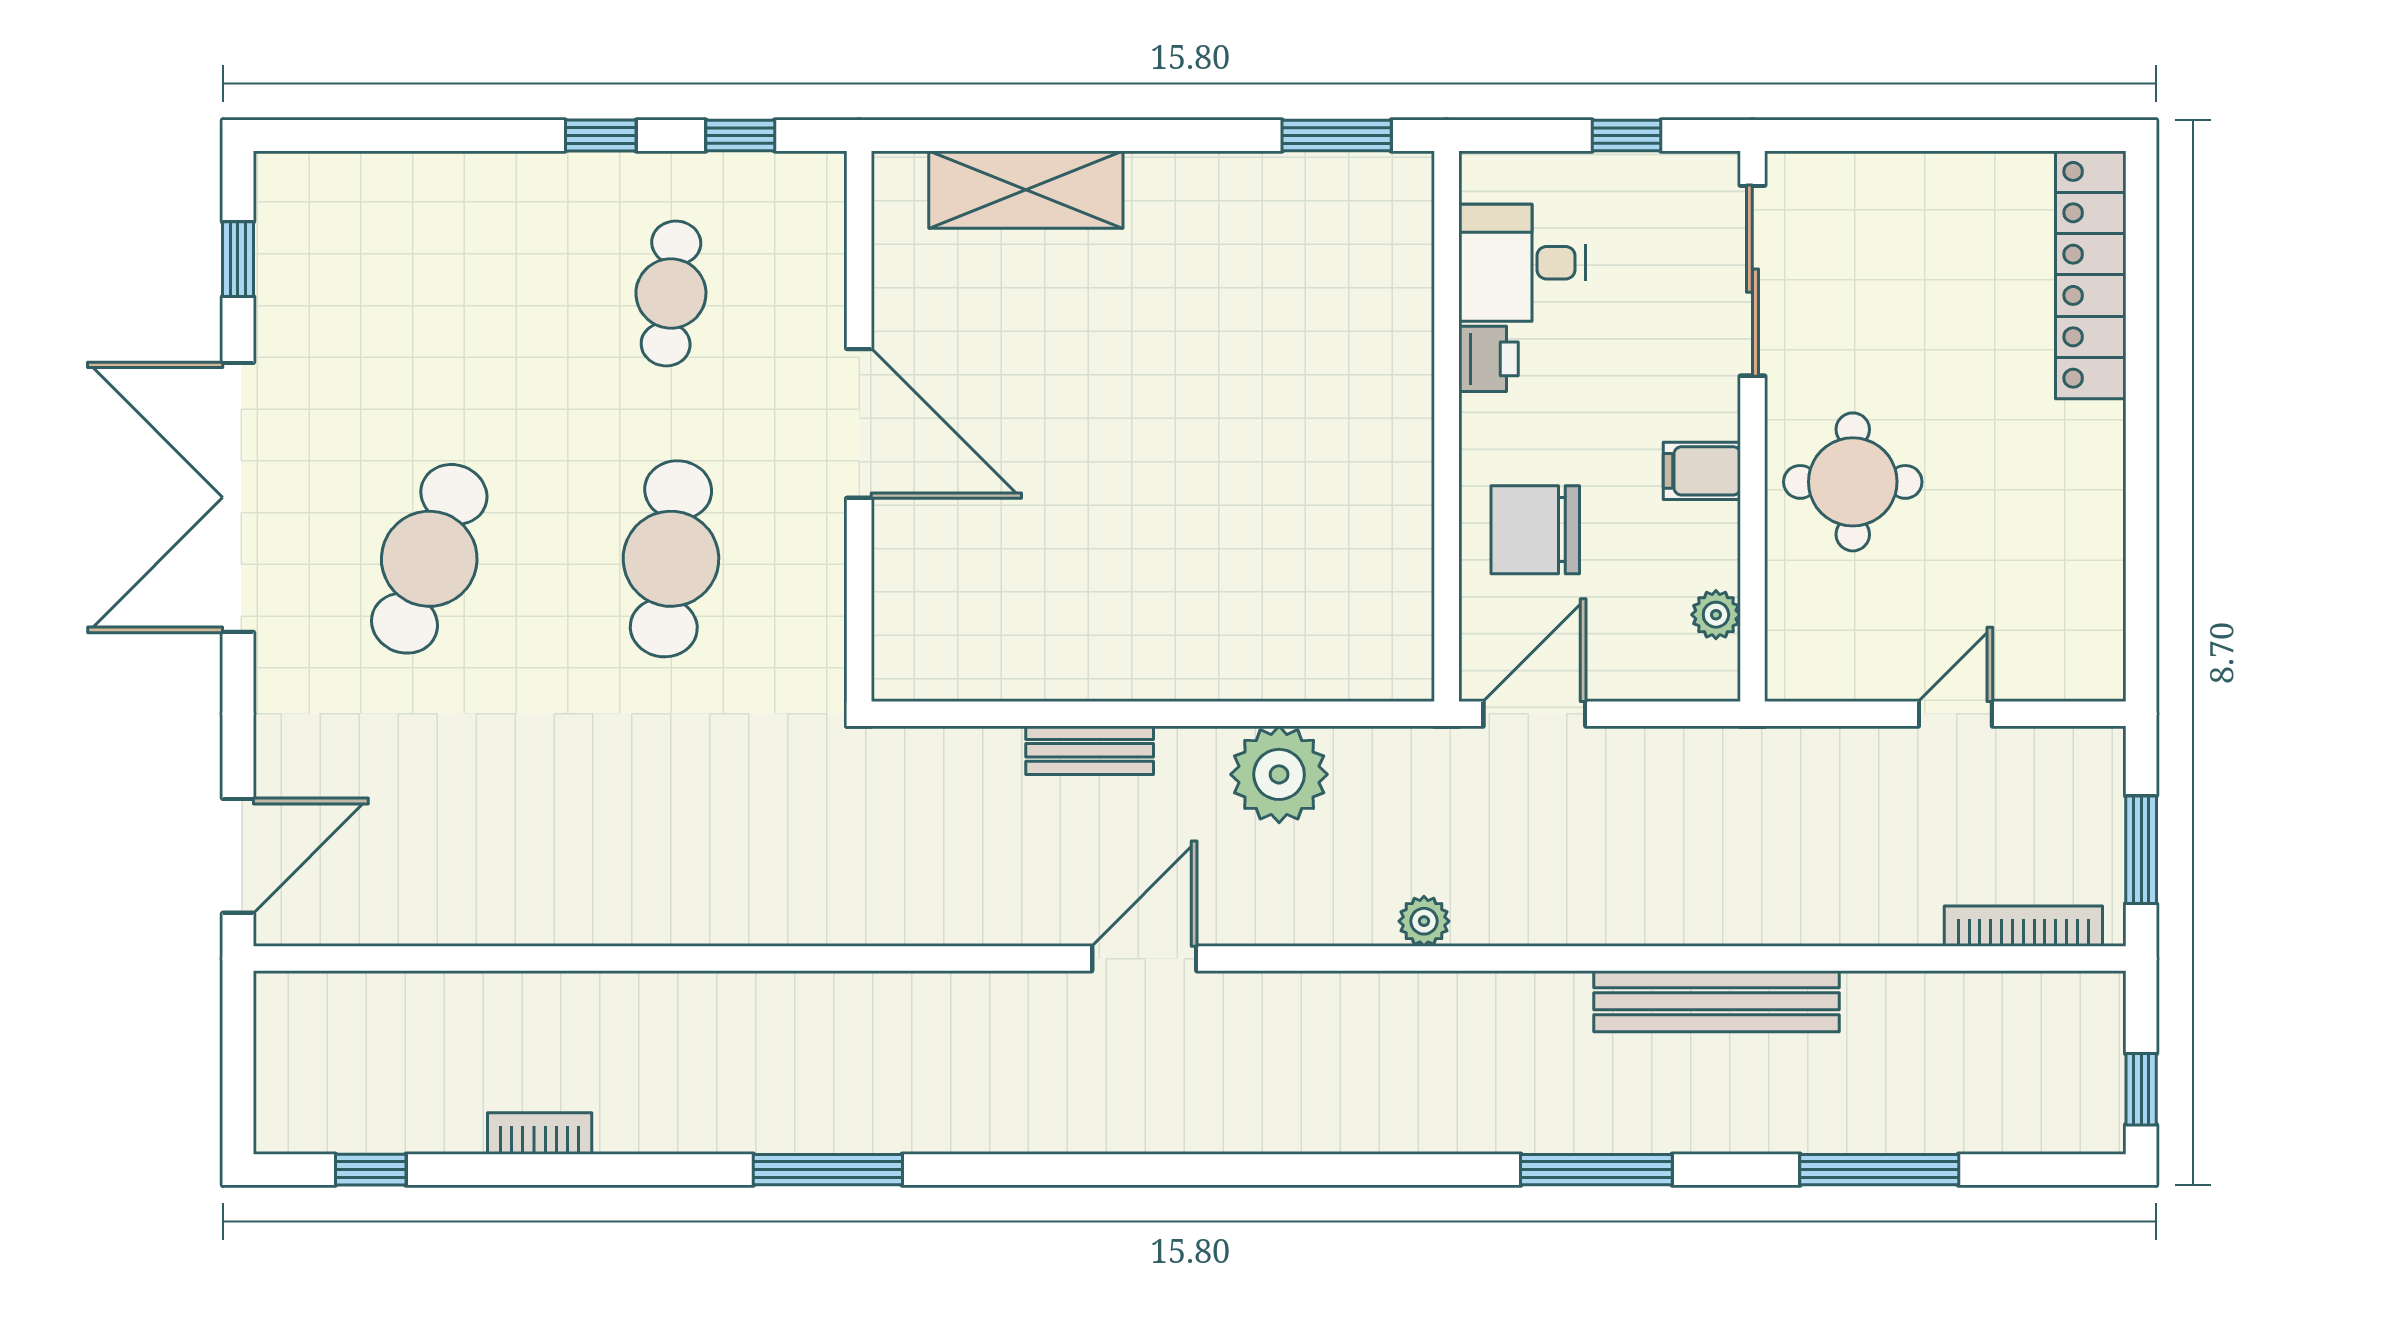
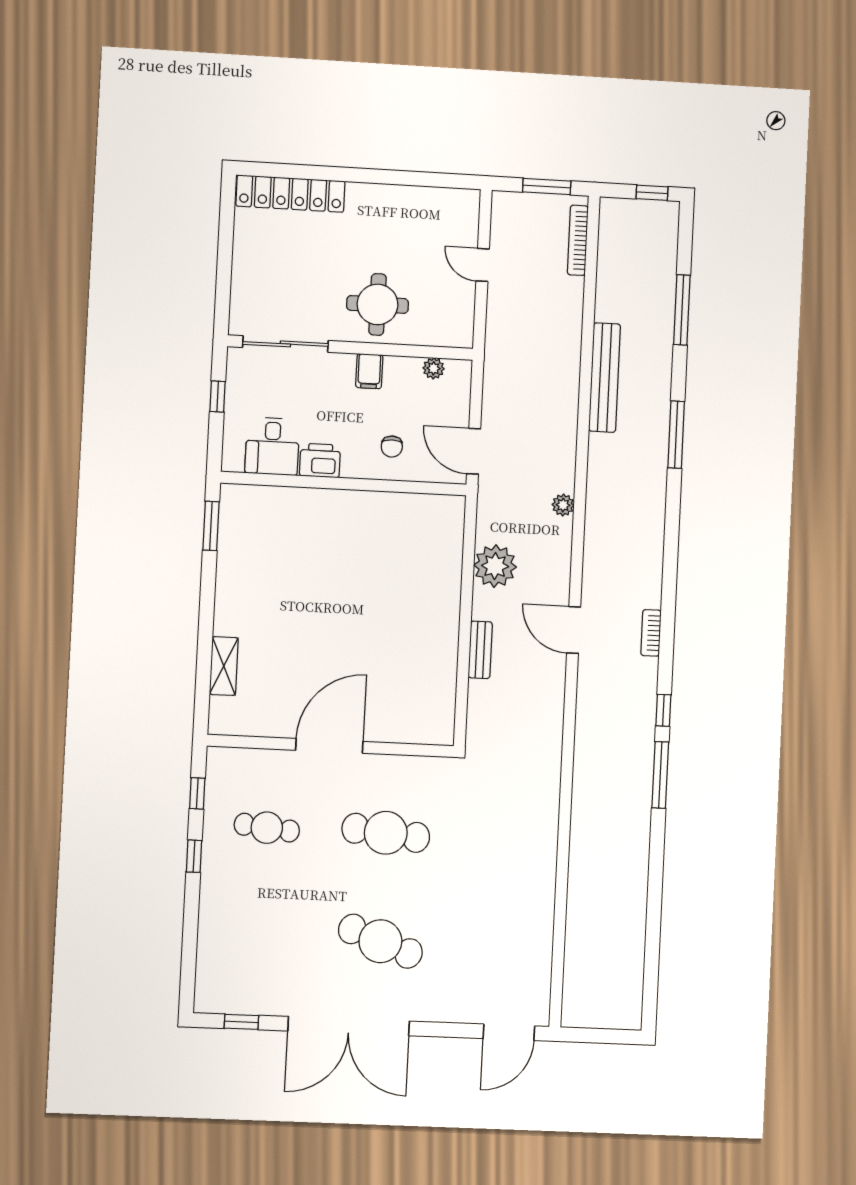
shelving: (1026, 190) -> (224, 666), width x0.67, depth x0.75
printer: (1488, 359) -> (320, 460), width x1.36, depth x1.24
chair: (1535, 530) -> (392, 447), width x0.54, depth x0.54
door: (238, 856) -> (509, 1032), swing flipped
bookcase: (540, 1134) -> (651, 633), moved
window: (371, 1170) -> (663, 710), moved

